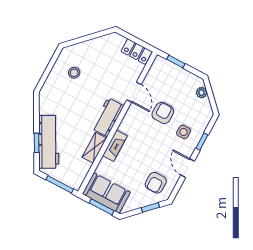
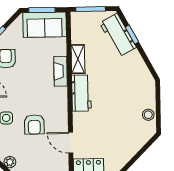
stool: (74, 73) -> (148, 115), moved
door: (134, 92) -> (71, 143), moved
workbench: (49, 142) -> (118, 35), width x0.73

